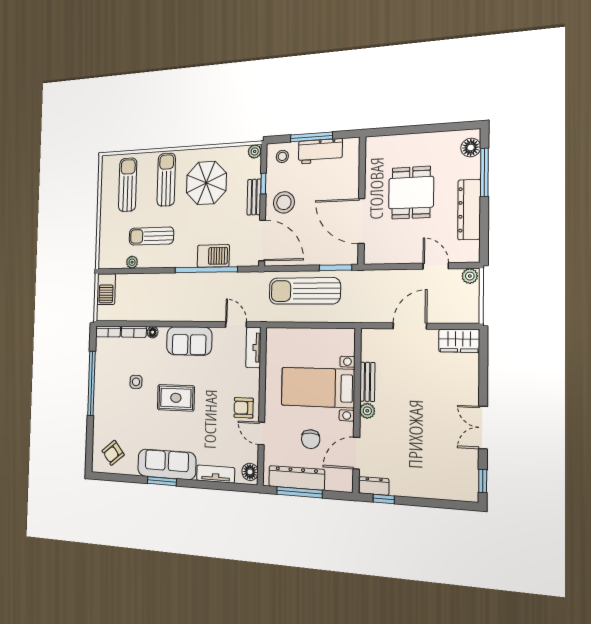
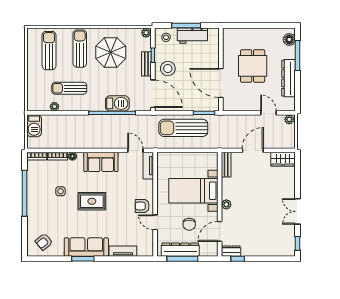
bench: (367, 382) -> (226, 165), moved
floor lamp: (250, 472) -> (148, 248), removed

